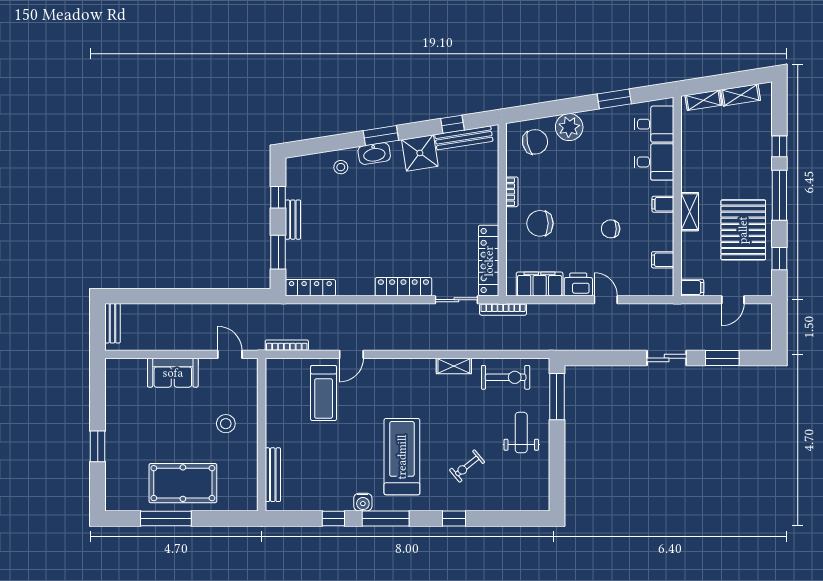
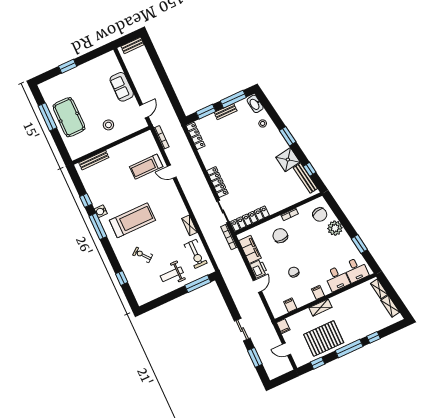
washbasin: (374, 154) -> (255, 104), moved
window: (278, 197) -> (233, 99), width x2.17
weight bench: (521, 433) -> (172, 274), turned 180
window: (454, 518) -> (122, 278), moved

